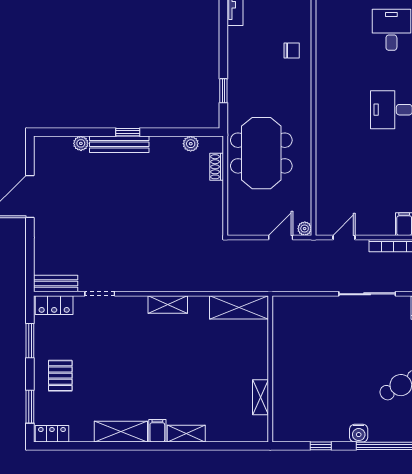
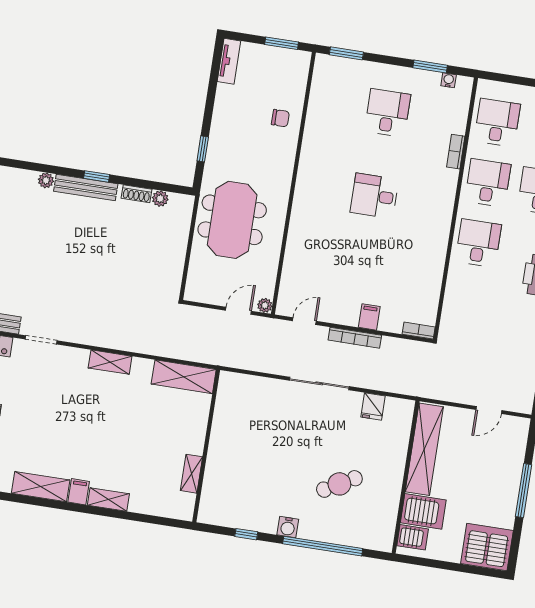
shoe rack: (217, 167) -> (136, 194), moved, turned -90

